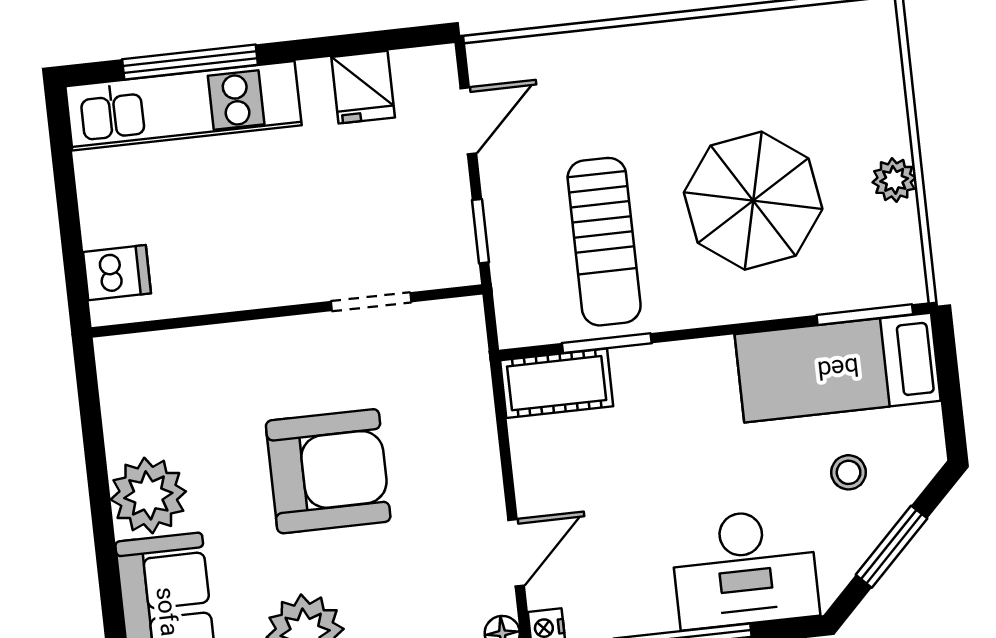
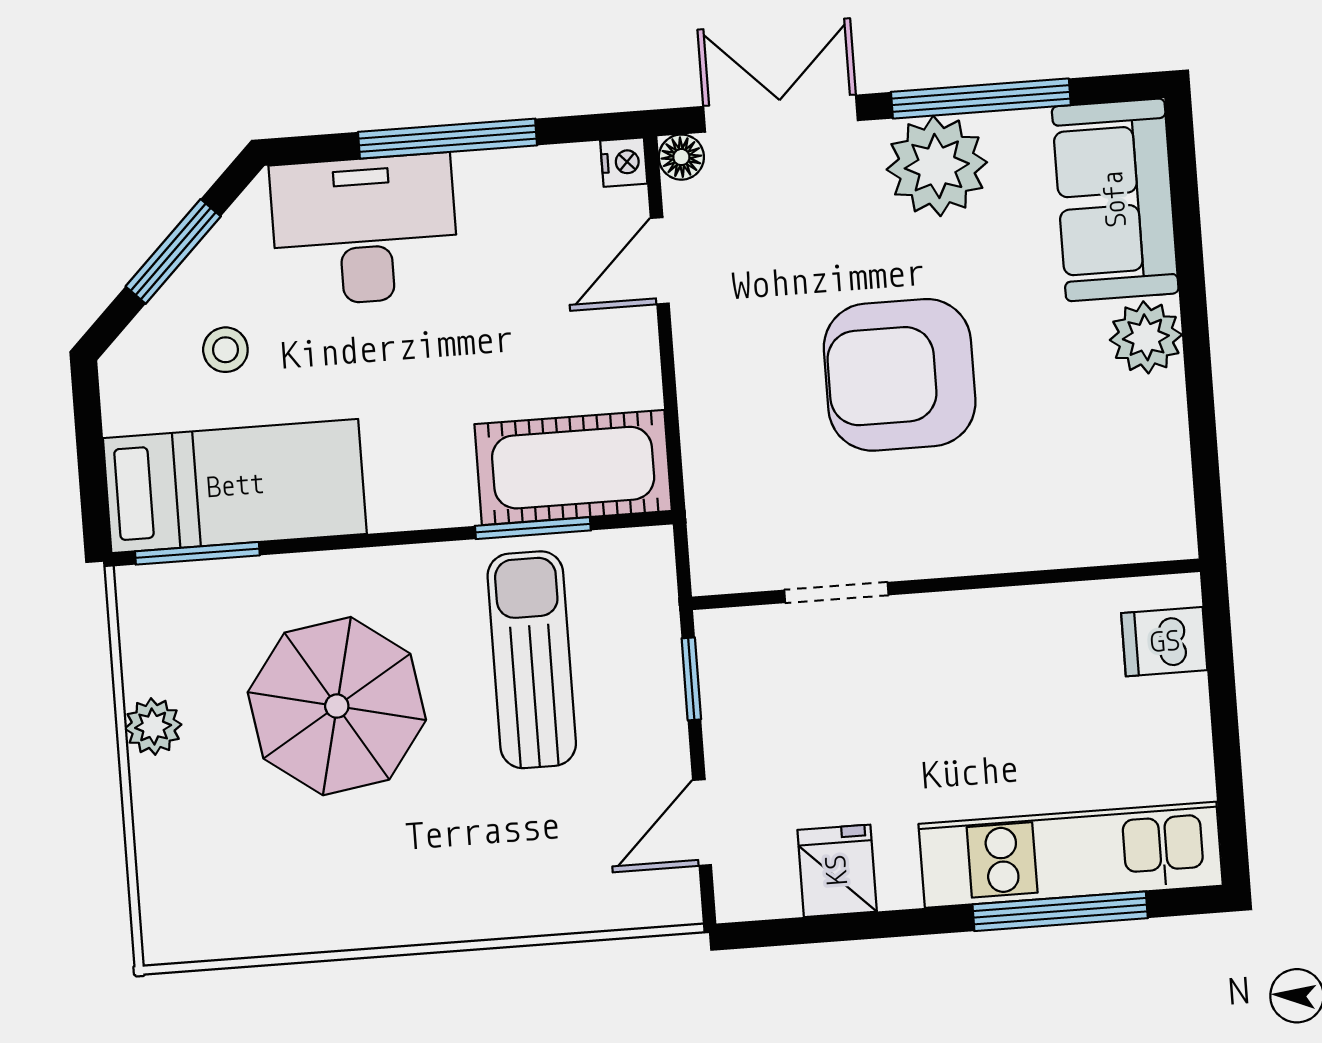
cot: (557, 383) -> (573, 468), width x1.37, depth x1.34
plant: (148, 495) -> (1146, 337), width x0.73, depth x0.73

